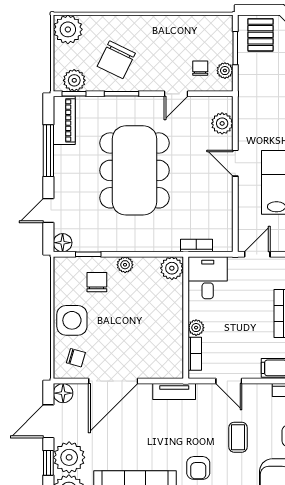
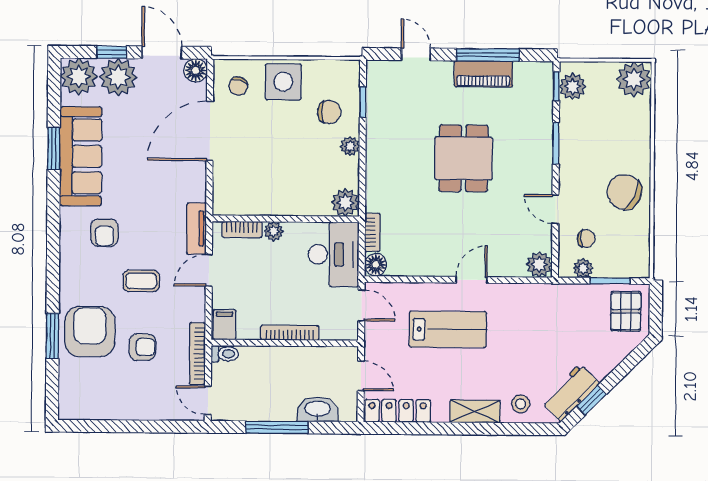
pallet: (260, 35) -> (626, 311), turned 90
chair: (116, 60) -> (624, 192), moved
piano: (64, 120) -> (483, 74), moved
plant: (222, 123) -> (539, 265), moved
dining table: (134, 170) -> (463, 158), width x0.53, depth x0.80
floor lamp: (63, 243) -> (376, 265), moved
desk: (208, 278) -> (333, 254), width x1.37
door: (113, 381) -> (210, 131), hinge flipped
tv unit: (174, 392) -> (196, 228), moved
armchair: (198, 468) -> (104, 233), turned -91

